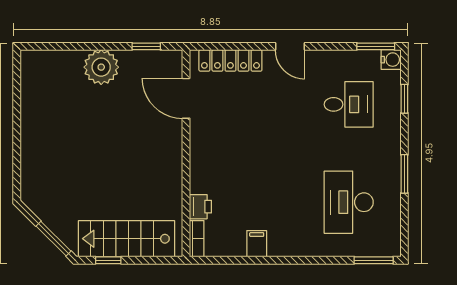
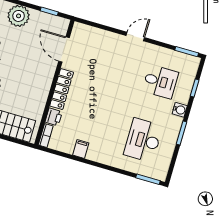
door: (290, 46) -> (135, 37), swing flipped
locker: (230, 60) -> (62, 89), moved, turned -90
water cooler: (391, 60) -> (180, 110), moved

